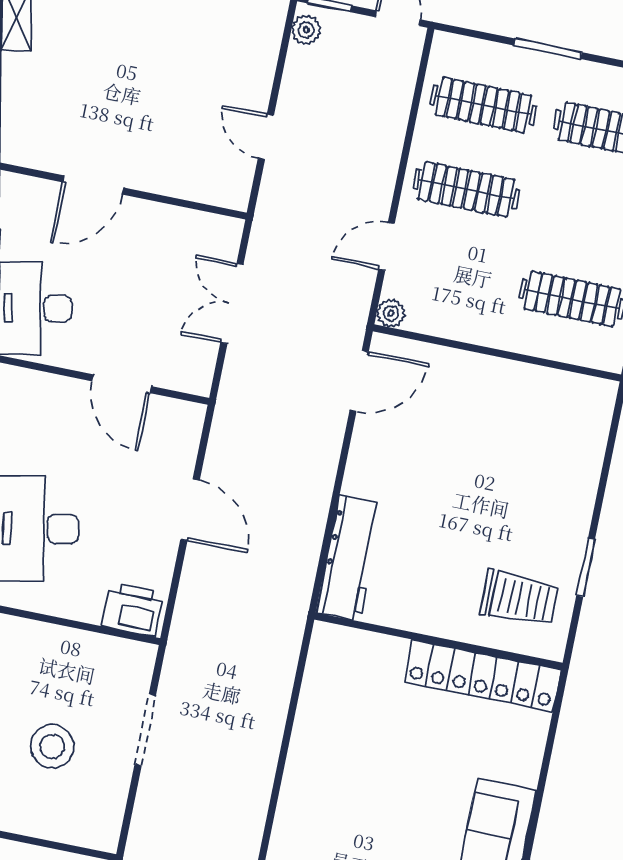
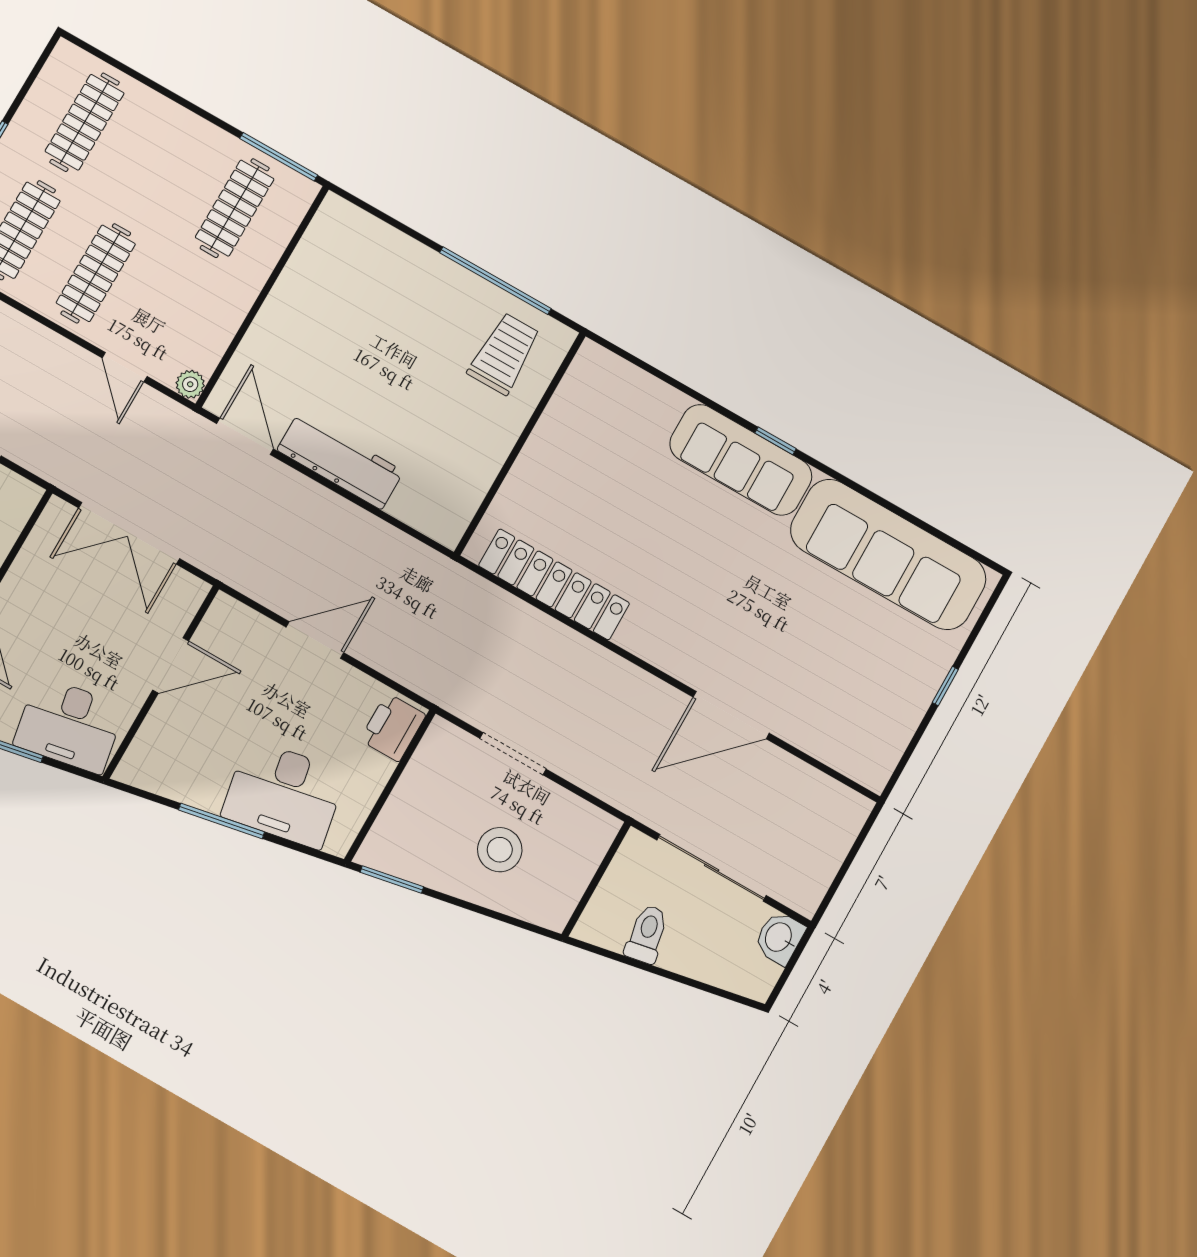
double door: (232, 303) -> (129, 533), width x1.37
workbench: (350, 558) -> (340, 461), moved
window: (586, 567) -> (495, 281), width x2.11
locker: (483, 676) -> (554, 584), moved, turned -90

